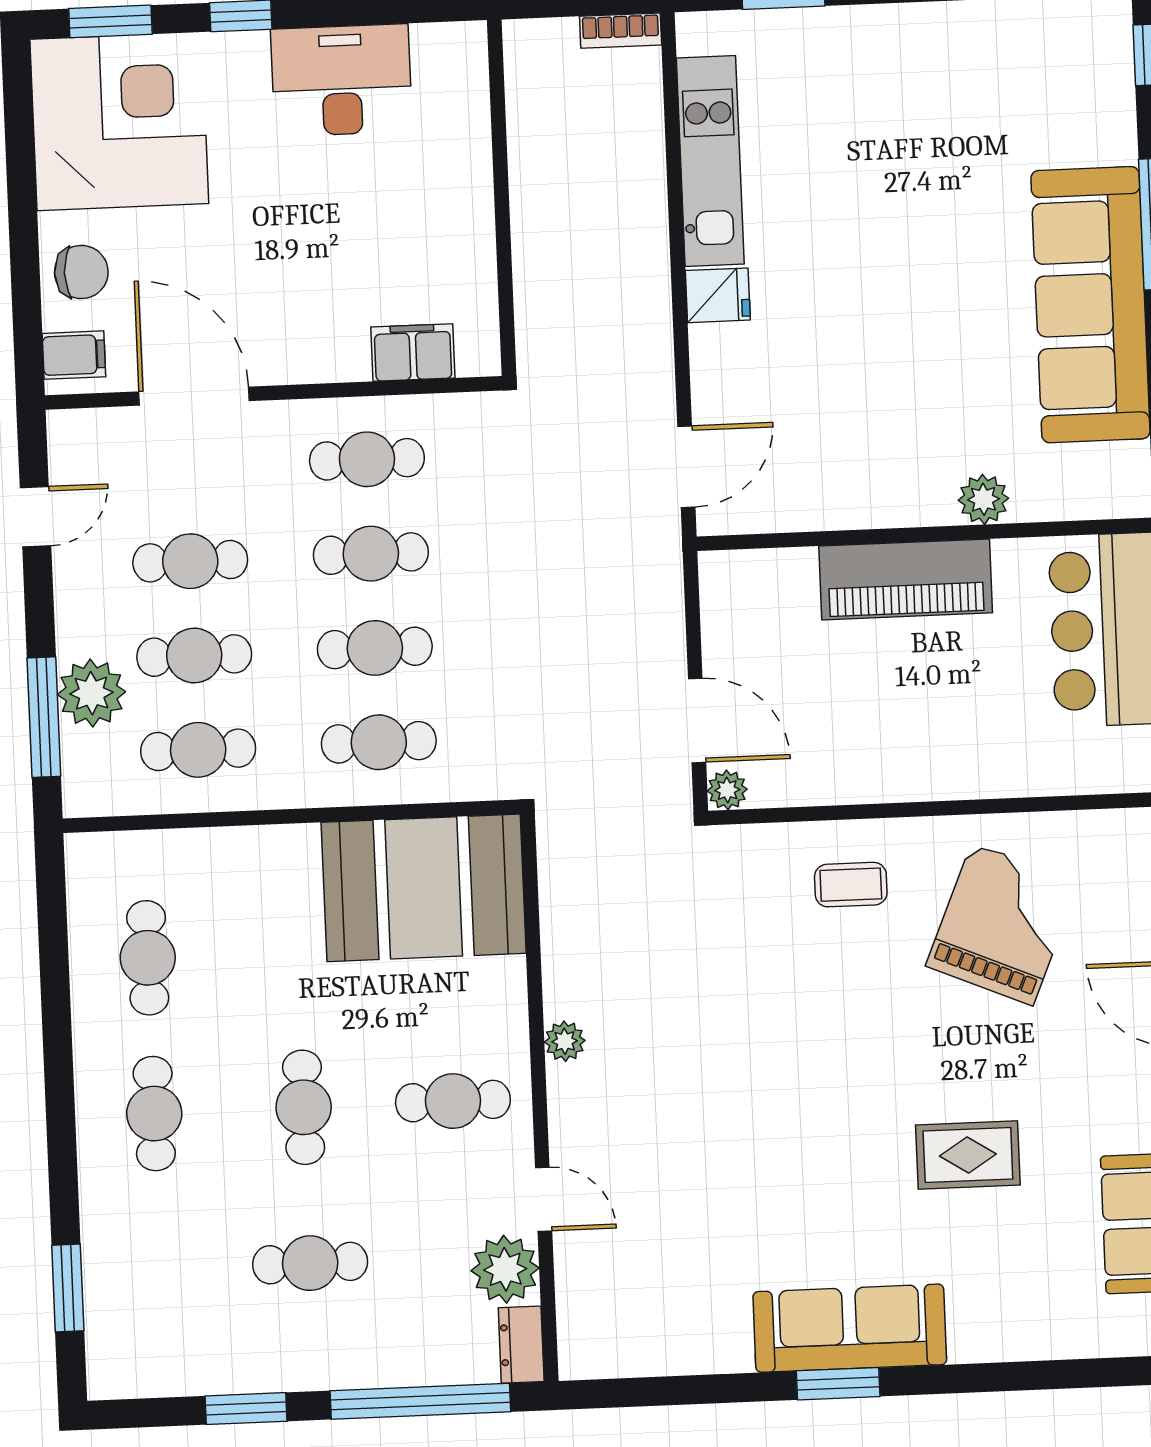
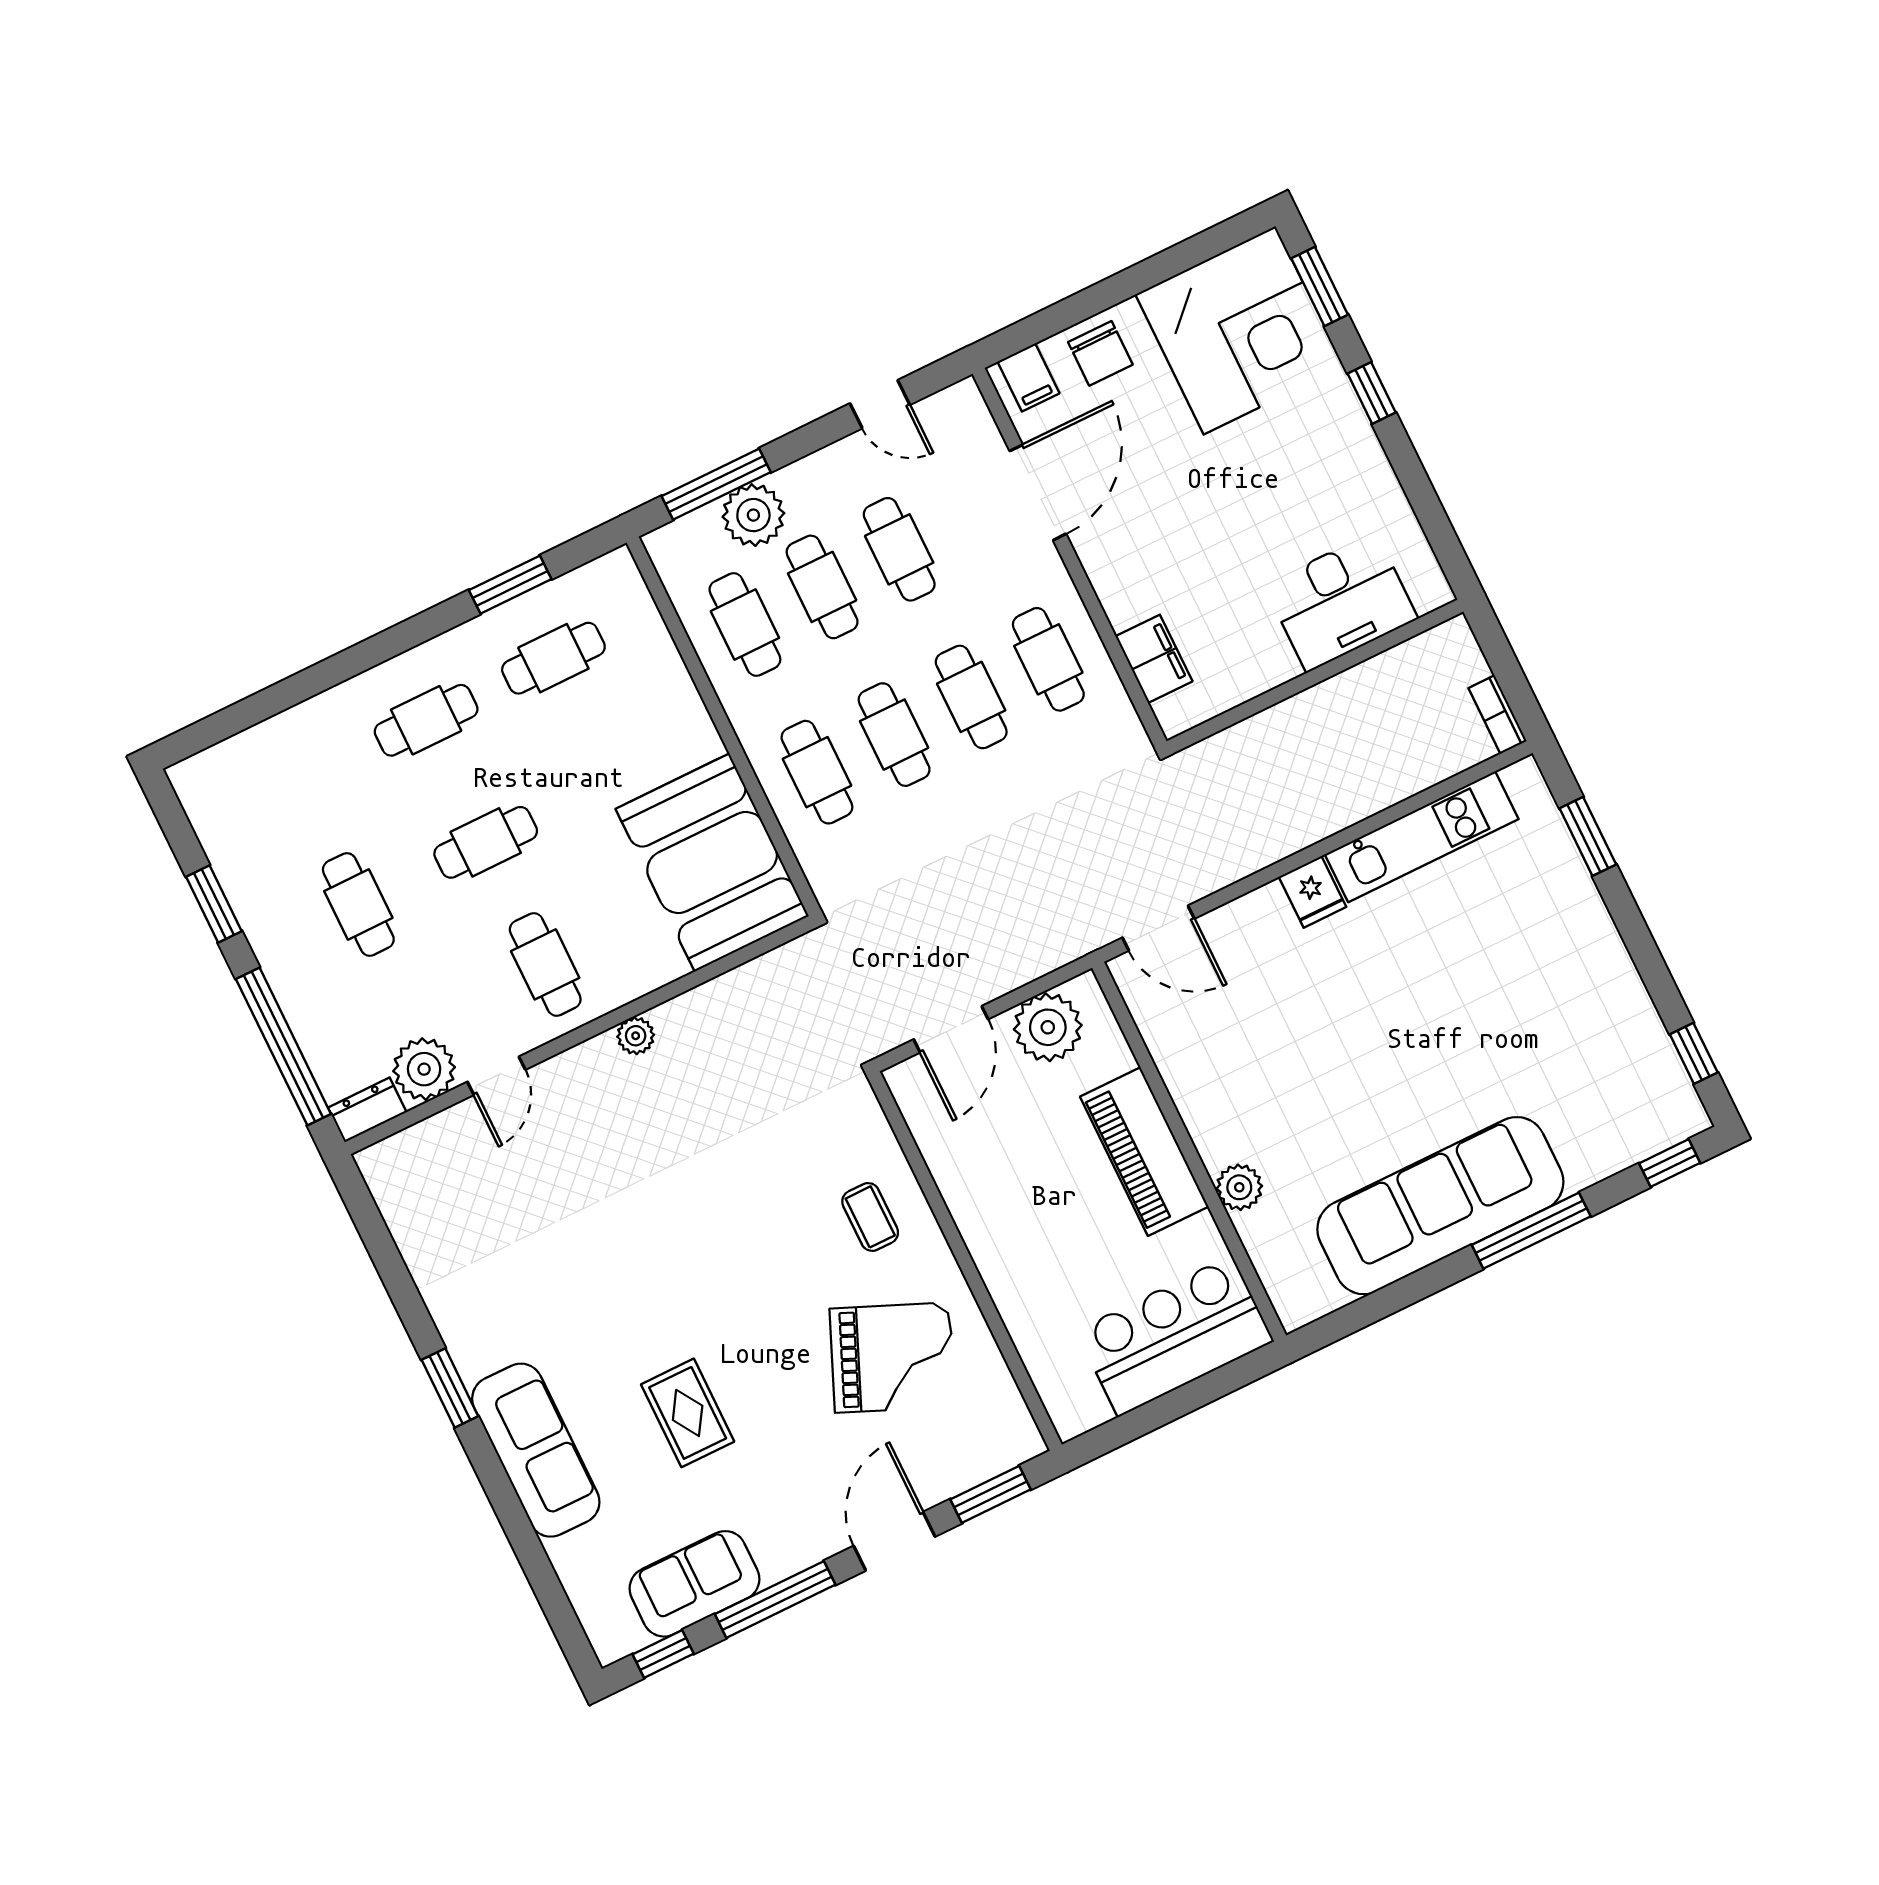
desk: (341, 80) -> (1341, 602), moved, turned 90
plant: (727, 790) -> (1048, 1027), moved, width x1.87, depth x1.87
window: (68, 1288) -> (510, 585), moved
sofa: (850, 1328) -> (536, 1450), moved

